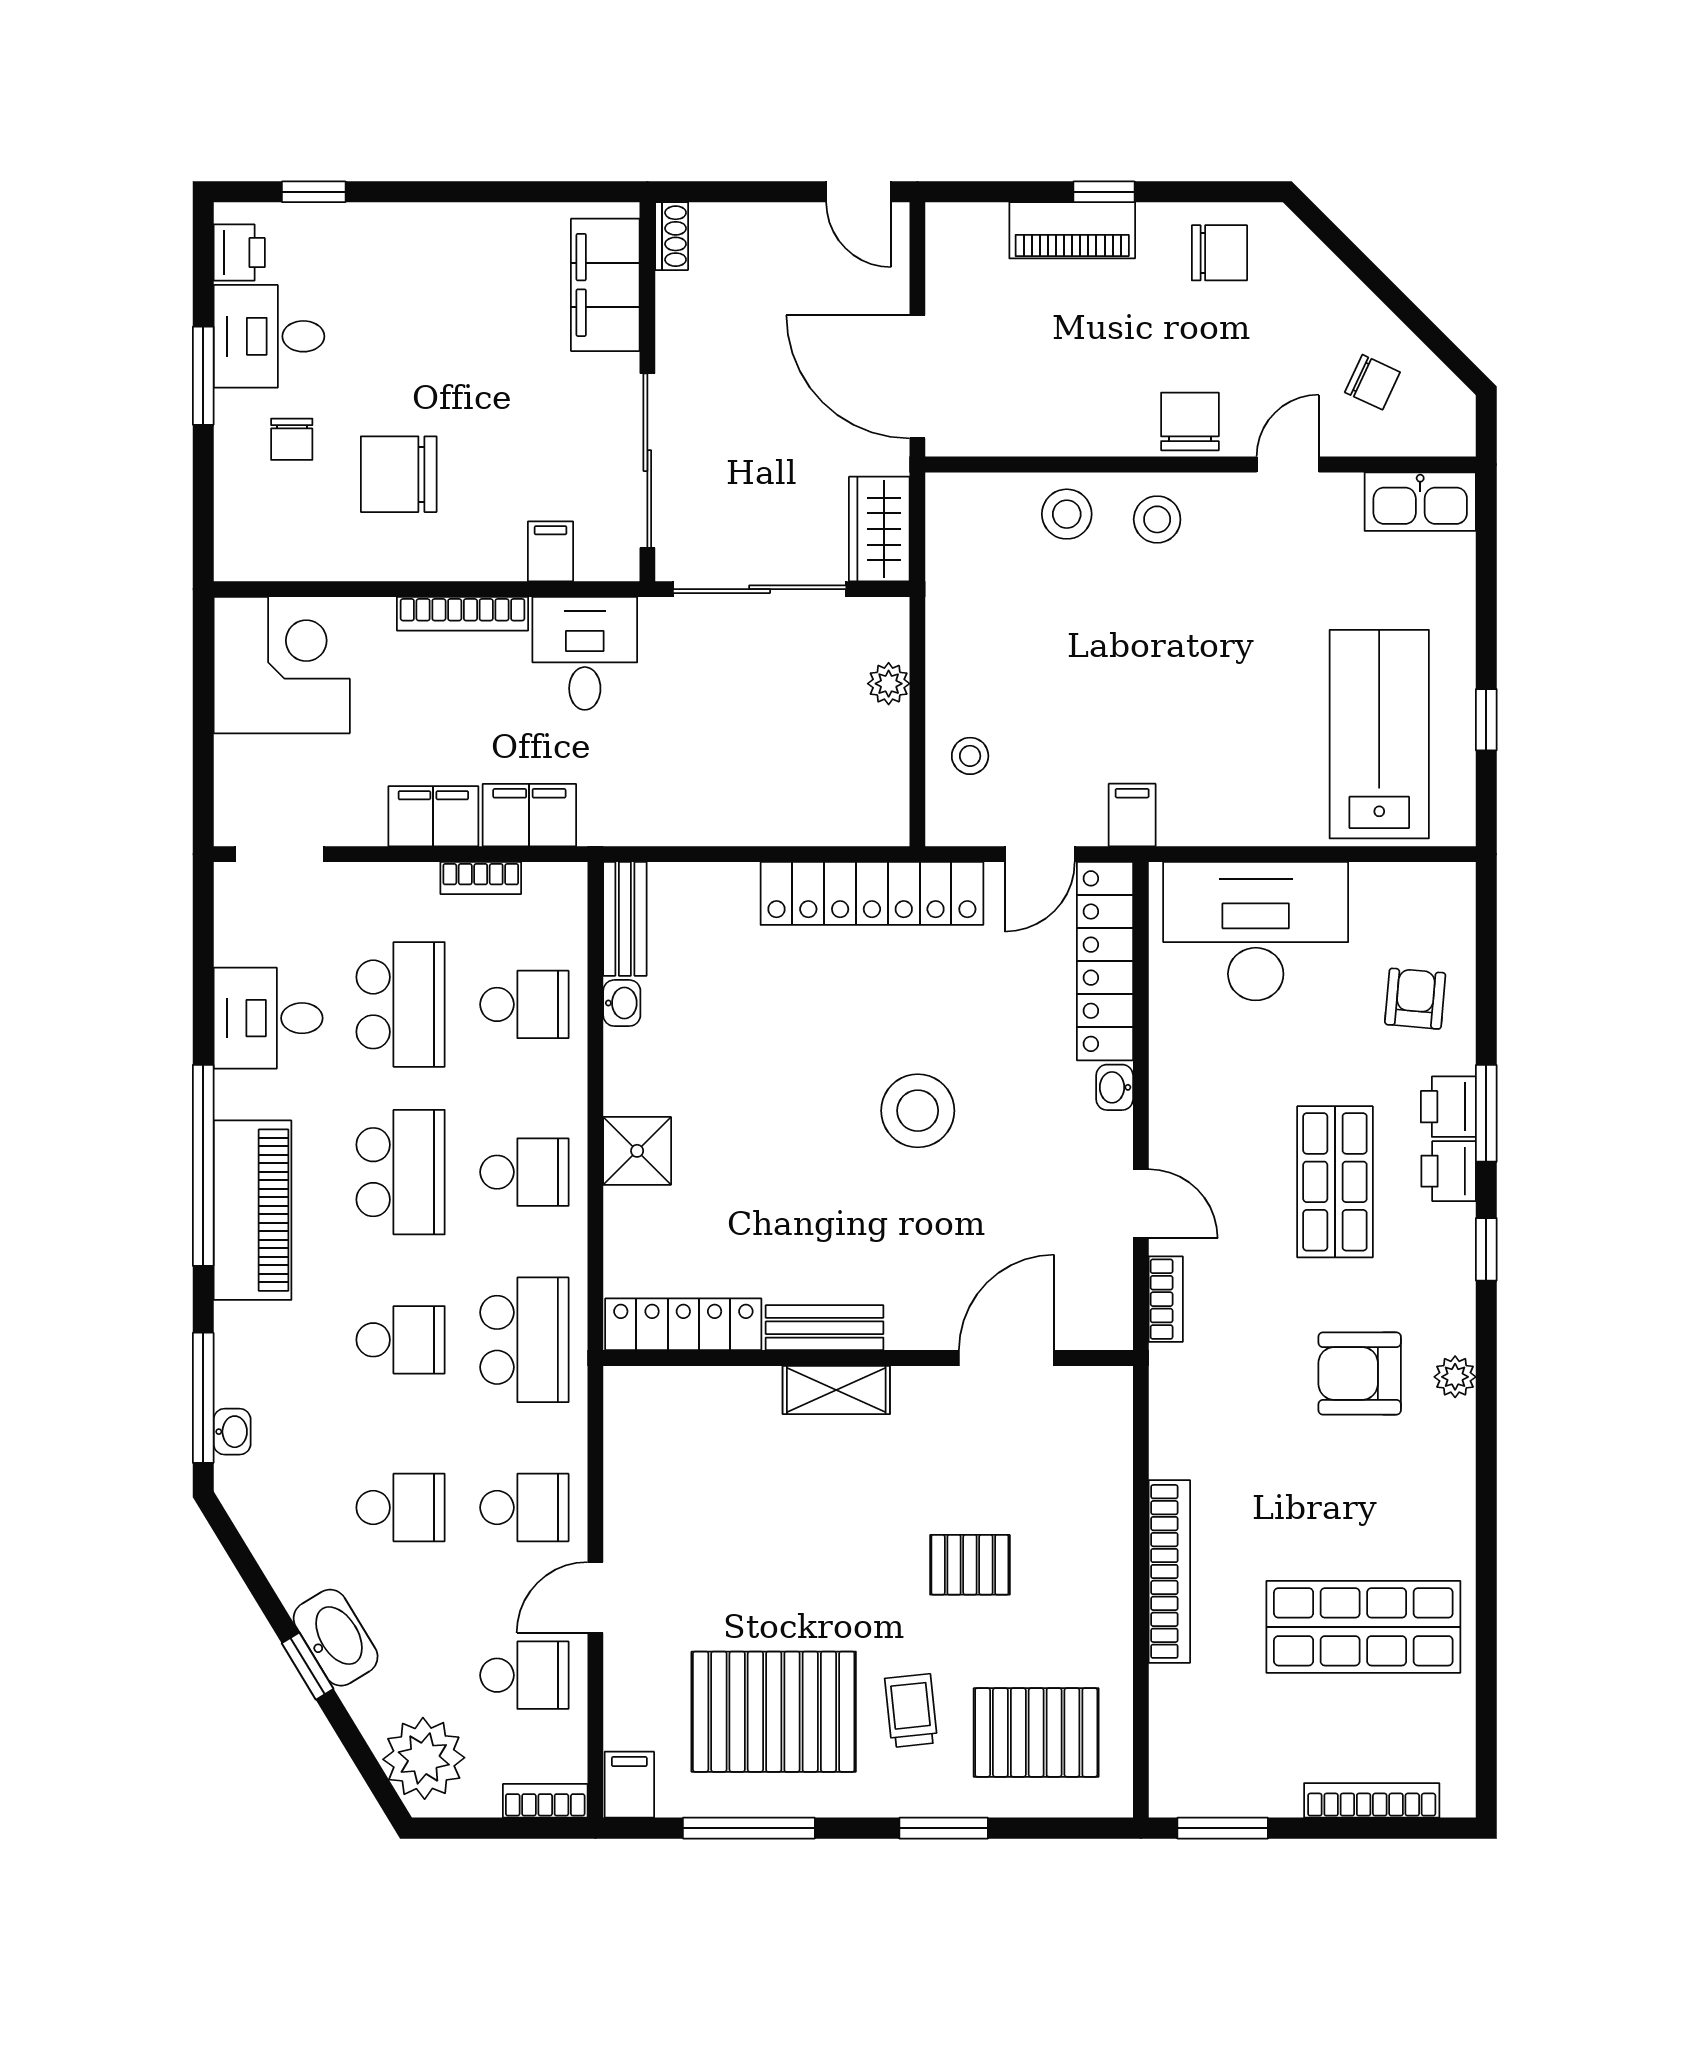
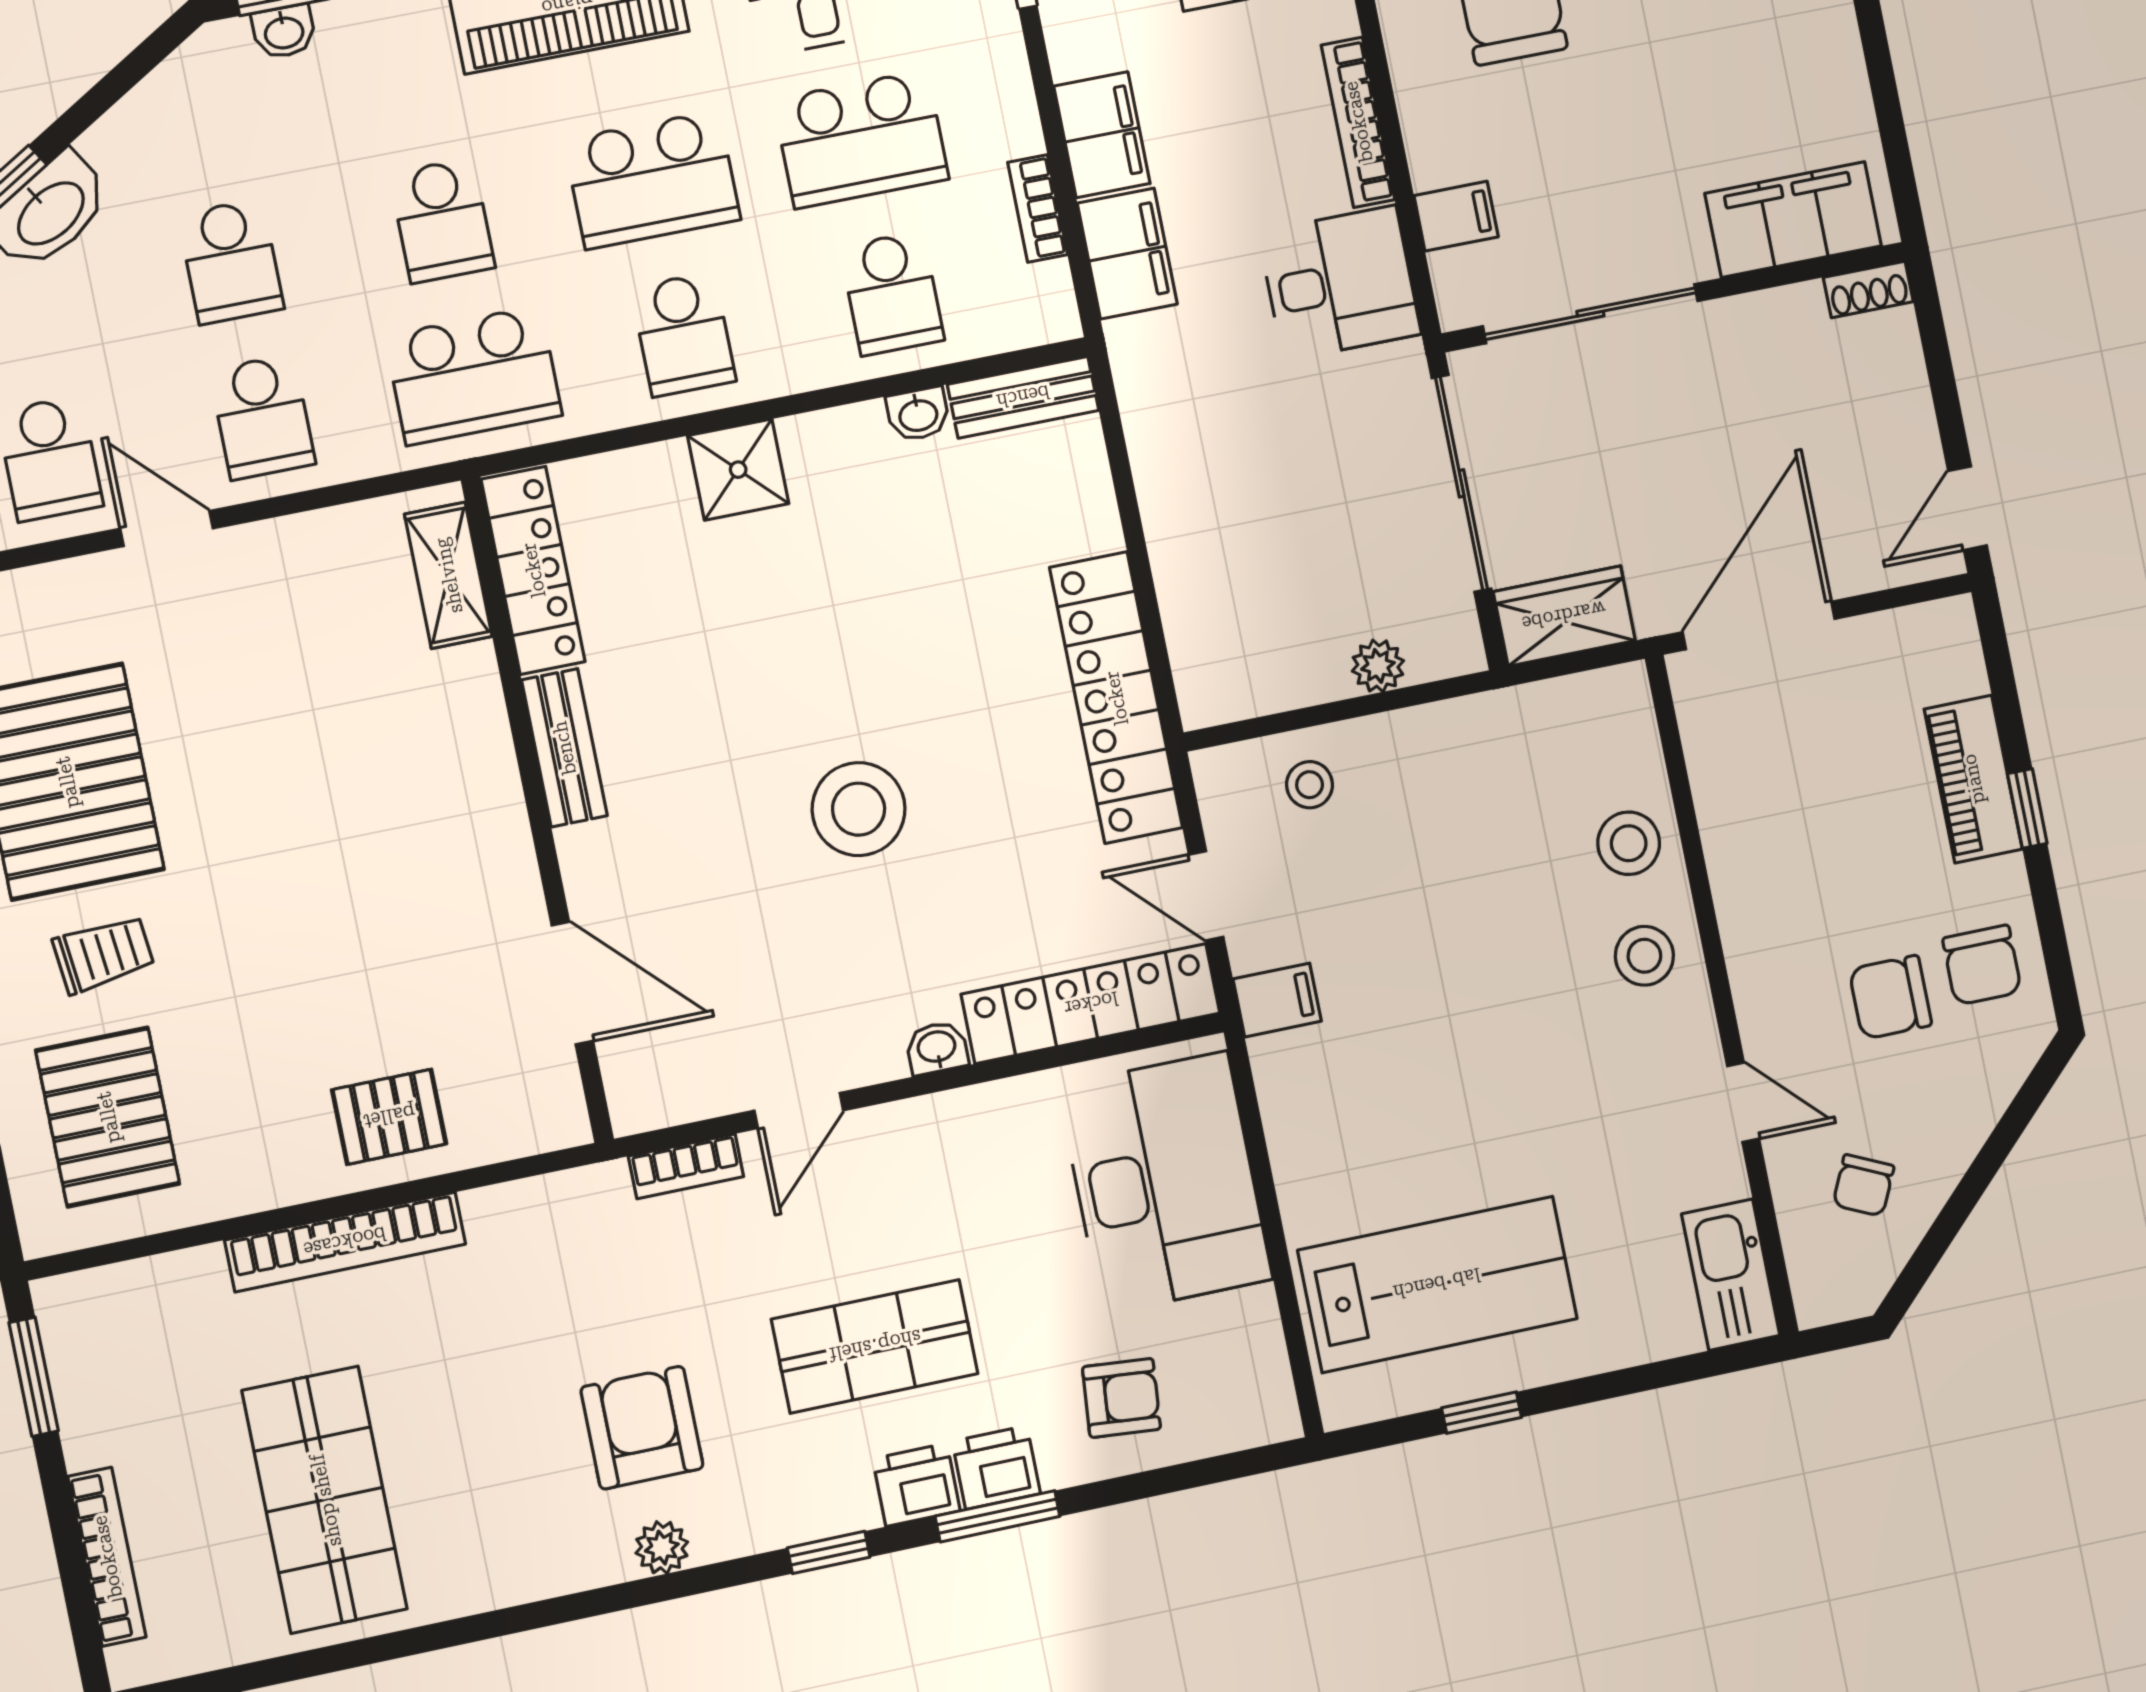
chair: (1190, 421) -> (1890, 997), moved, turned 180
shelving: (836, 1390) -> (448, 575), moved
pallet: (970, 1565) -> (389, 1117), moved, turned 90

